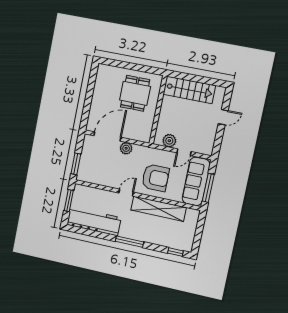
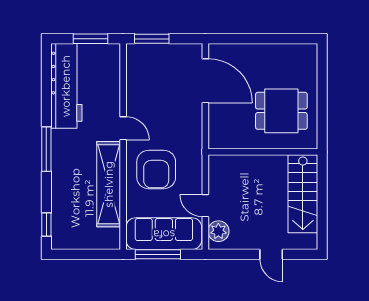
plant: (169, 141) -> (218, 231), moved
plant: (126, 148) -> (193, 114), removed

